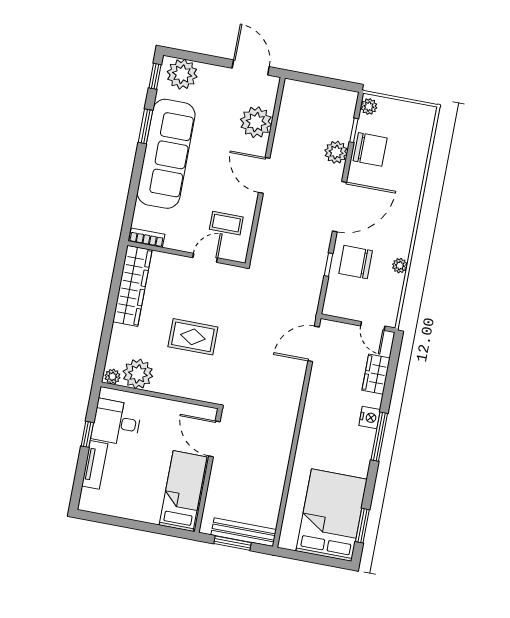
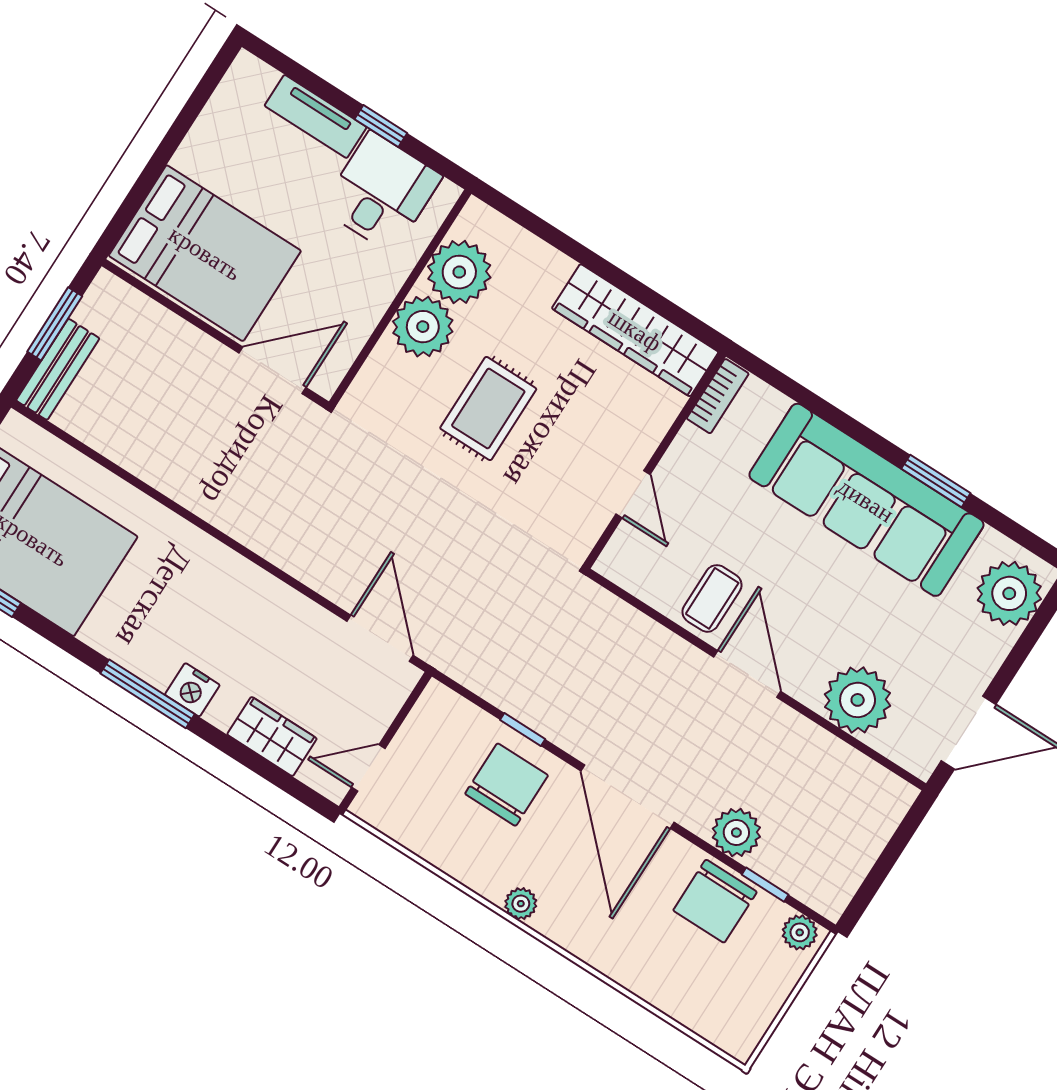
window: (155, 76) -> (1026, 539), removed
door: (264, 175) -> (747, 674), hinge flipped
coffee table: (226, 223) -> (712, 598), moved
plant: (400, 266) -> (521, 904), moved
plant: (112, 377) -> (423, 327), moved, width x1.88, depth x1.88
bed: (183, 491) -> (205, 253), width x1.50
bench: (244, 532) -> (58, 369), width x0.73

